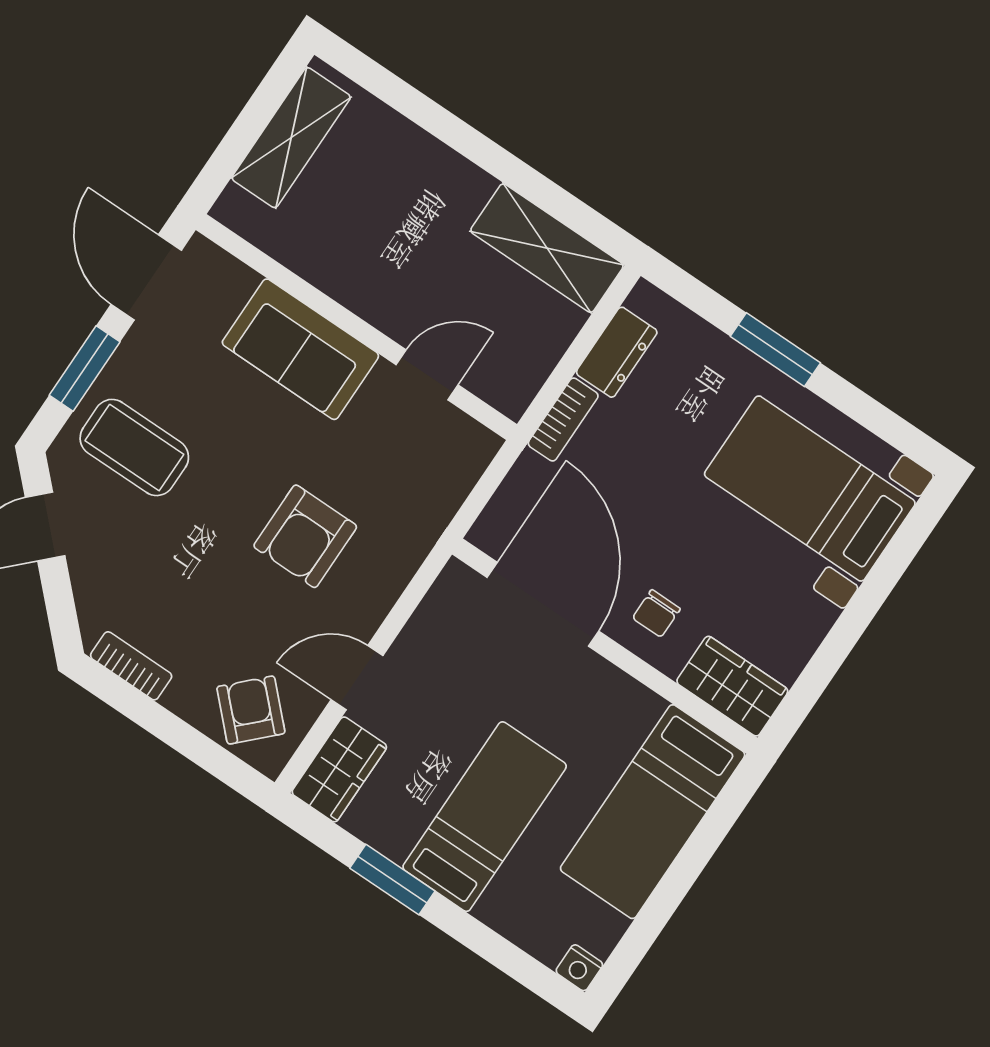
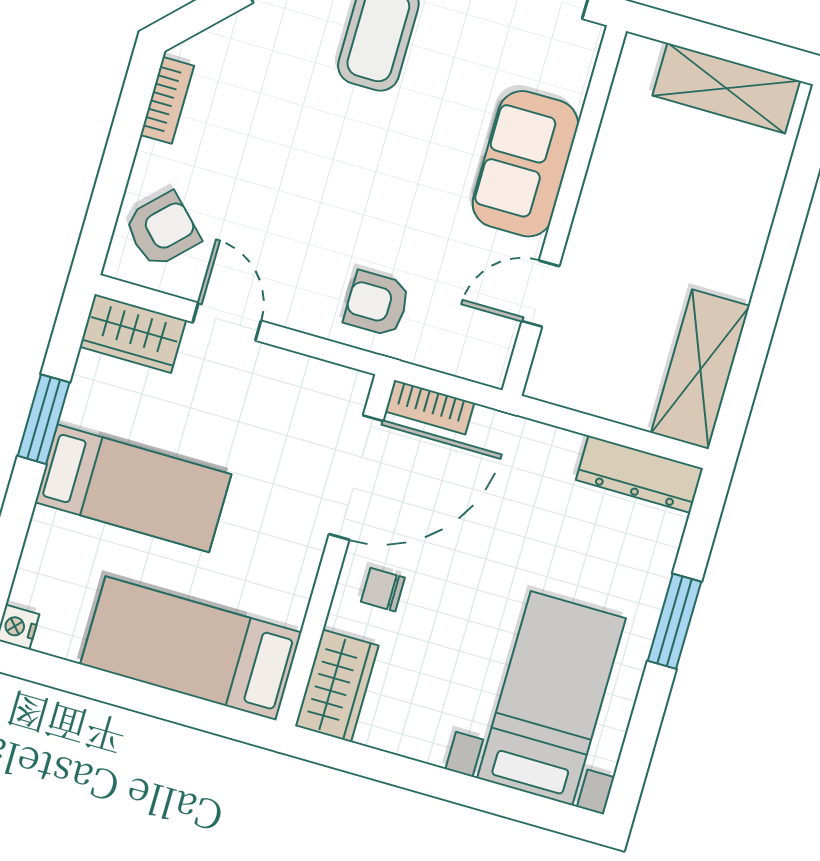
dresser: (617, 352) -> (639, 474), width x1.44
door: (427, 375) -> (540, 294), swing flipped
bookcase: (563, 420) -> (430, 407), moved
armchair: (305, 536) -> (377, 304), moved, width x0.72, depth x0.72

